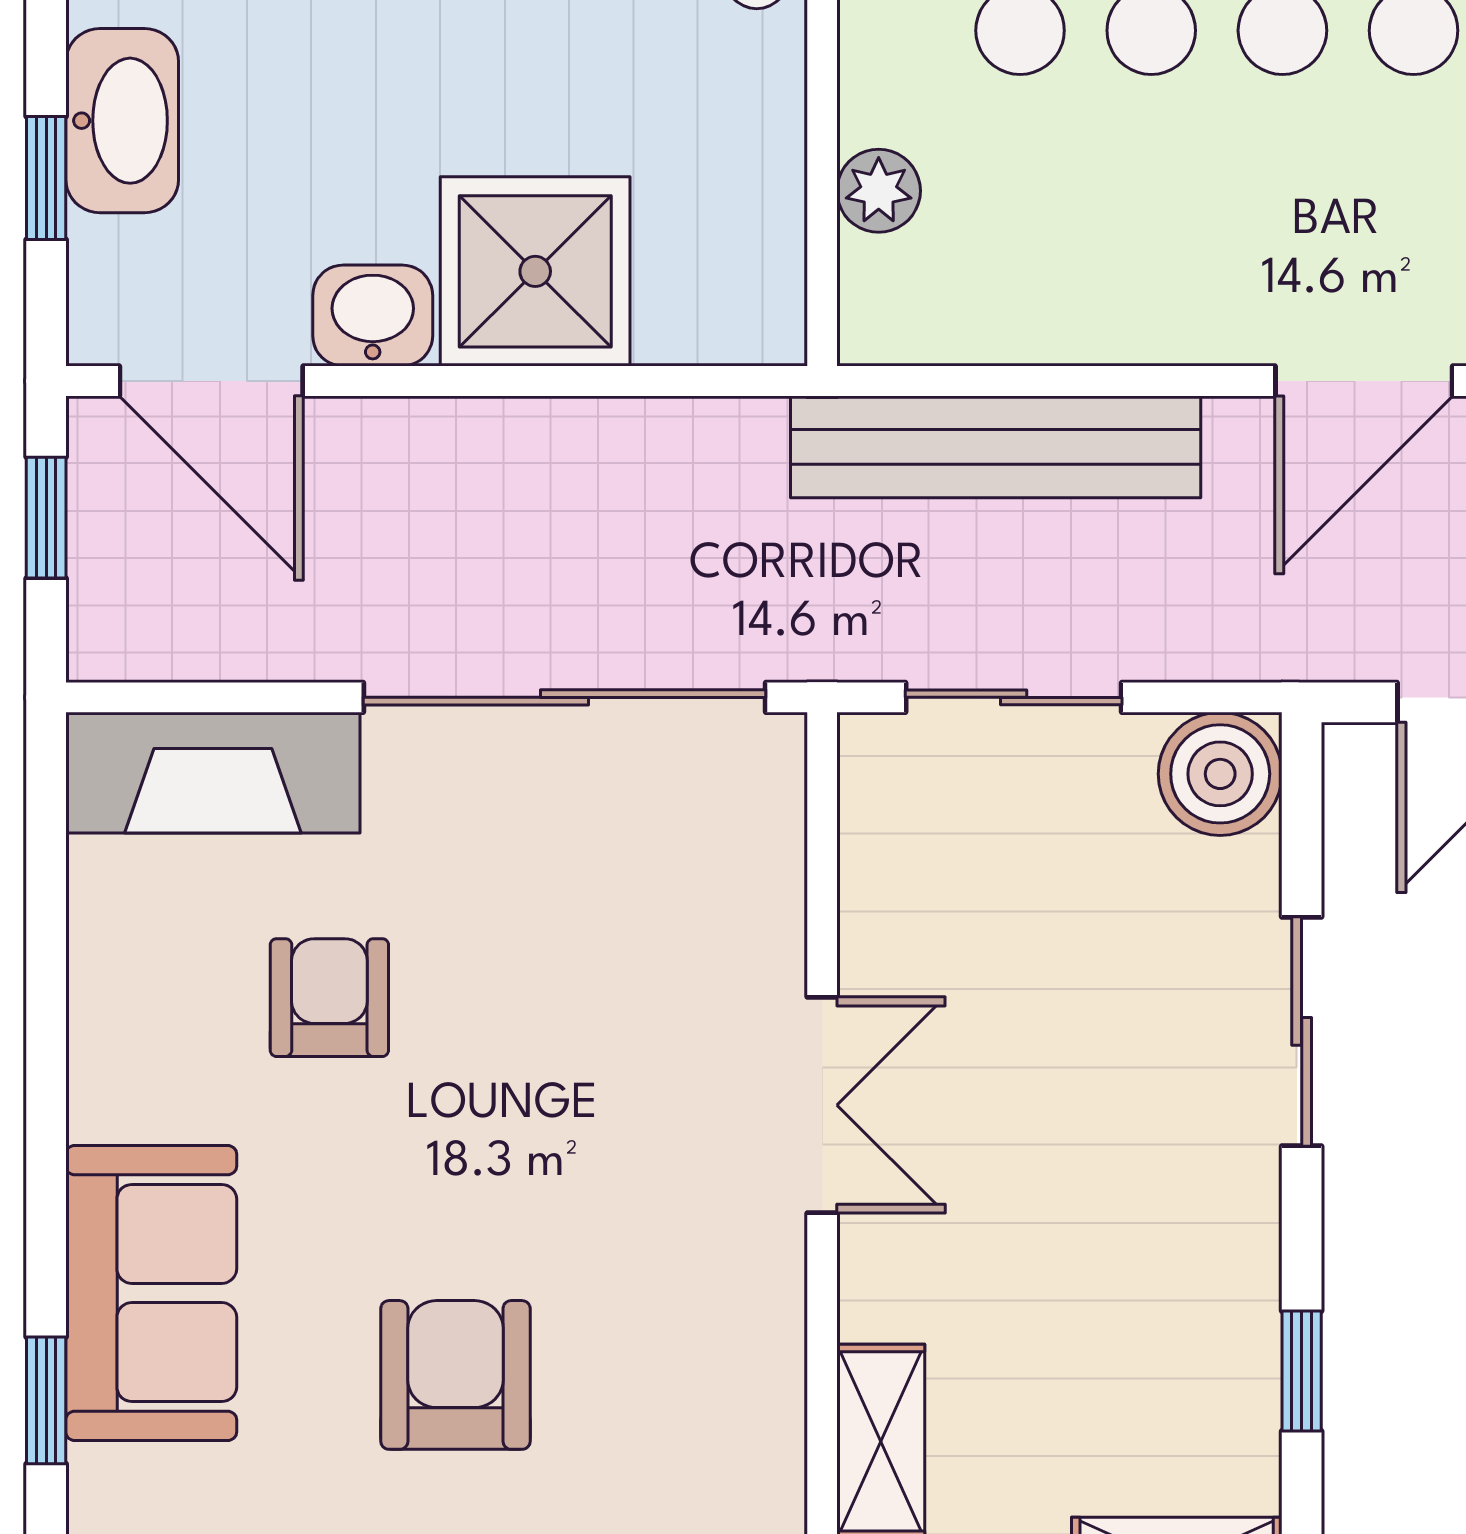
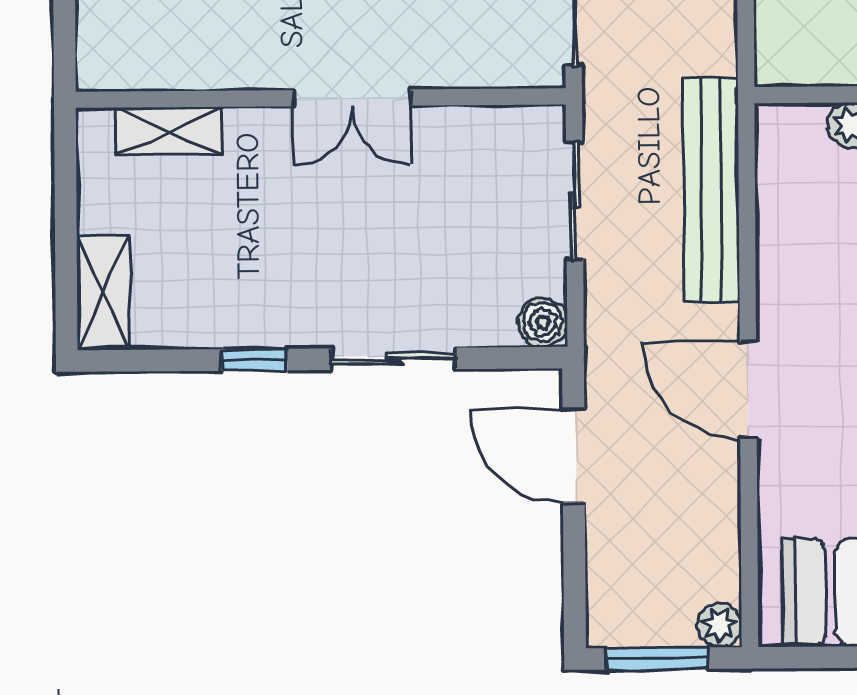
boiler: (1220, 774) -> (543, 322), width x0.73, depth x0.73
window: (1302, 1371) -> (255, 360), moved

